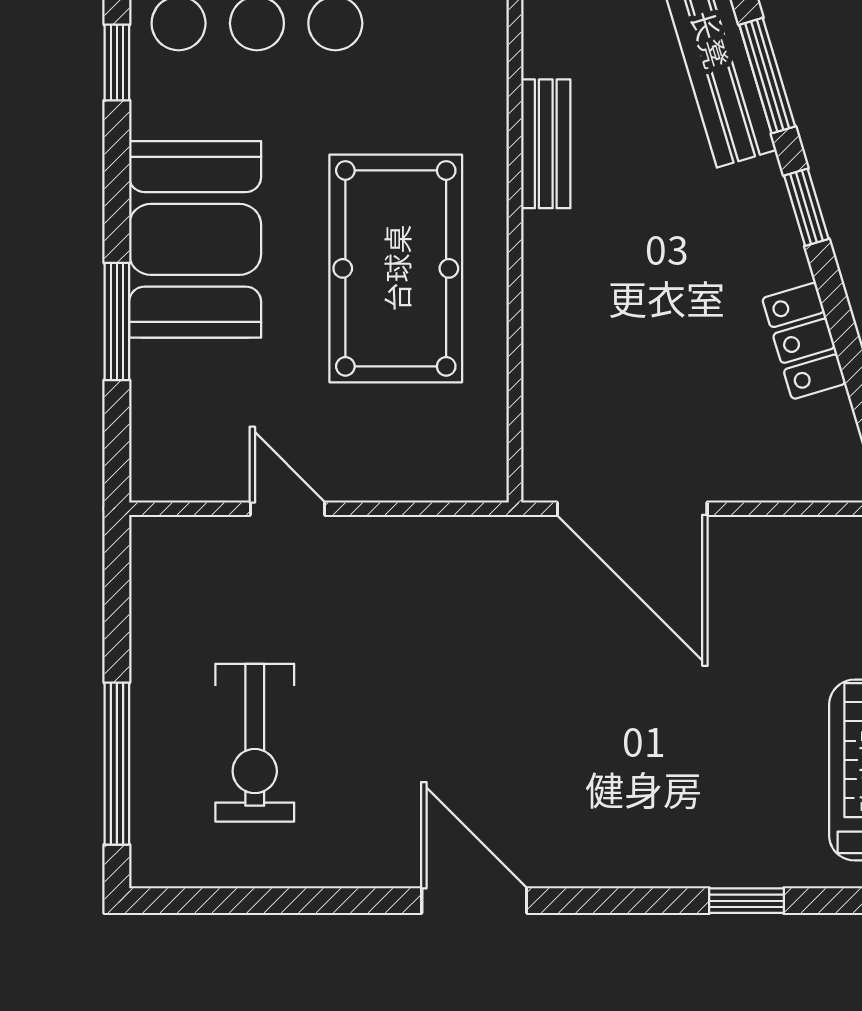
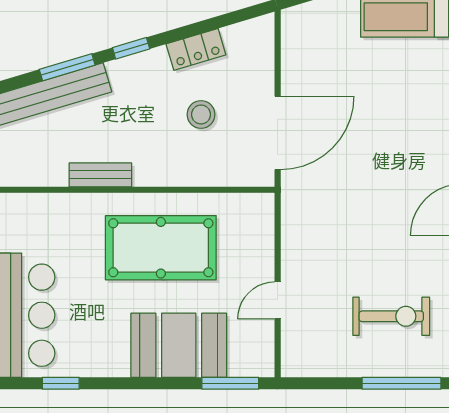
booth: (195, 239) -> (179, 345), moved
window: (117, 322) -> (230, 383), moved
stool: (670, 351) -> (201, 114), added

